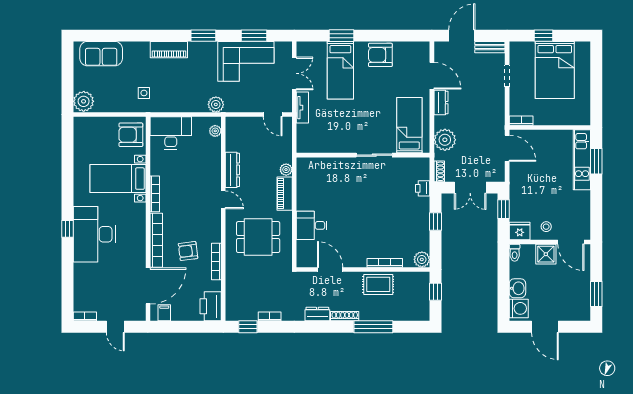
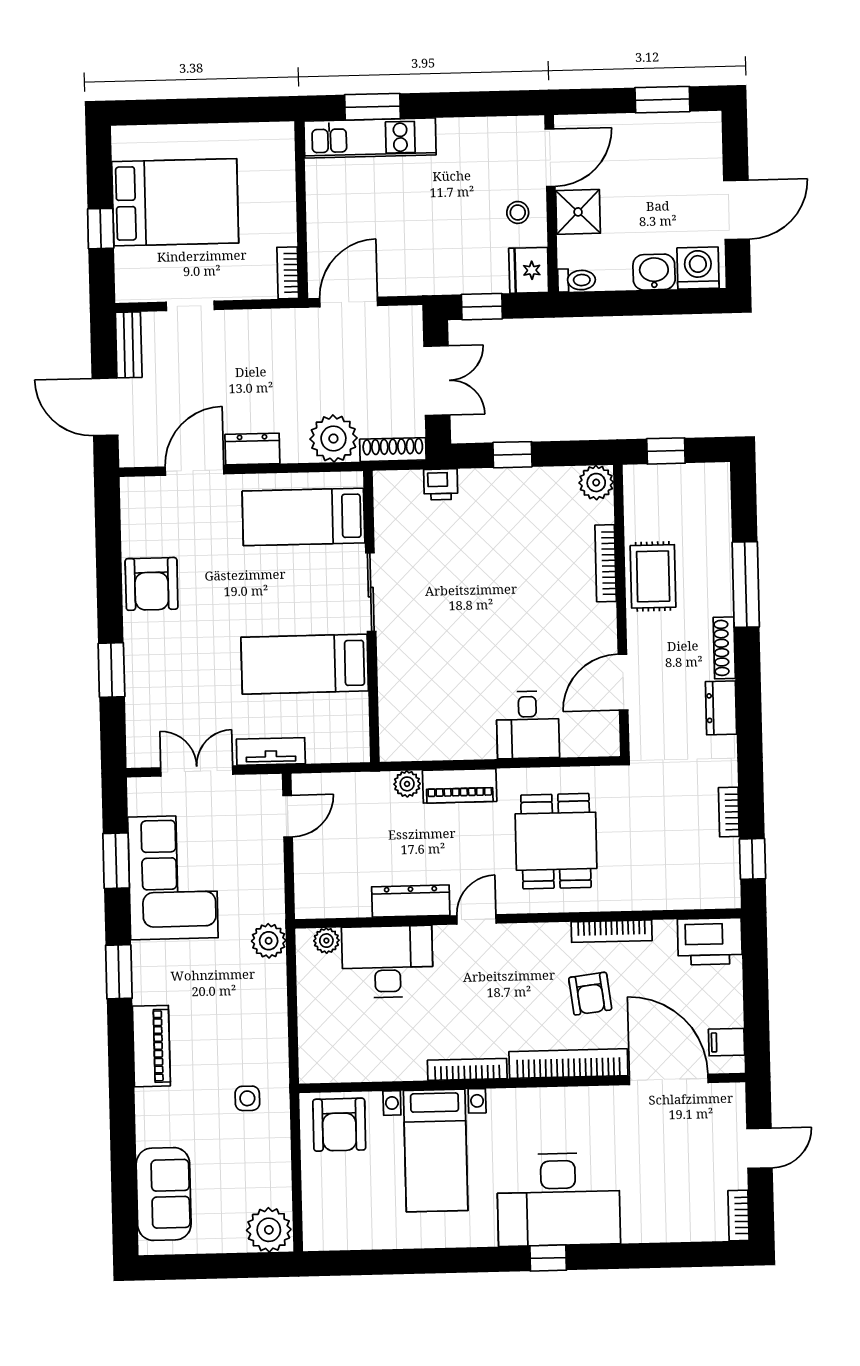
bed: (340, 70) -> (305, 664), moved, turned 180
desk: (171, 133) -> (387, 962), moved, turned 90
shoe rack: (439, 171) -> (393, 450), width x1.43

